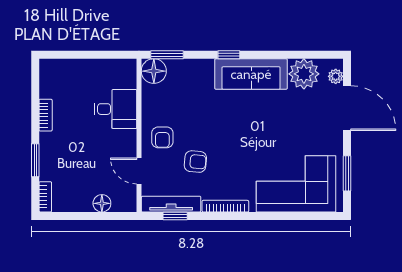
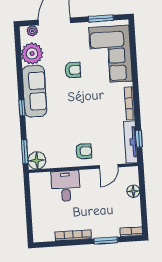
bookcase: (46, 115) -> (73, 235), width x1.56
armchair: (195, 162) -> (73, 70), moved, turned 85

